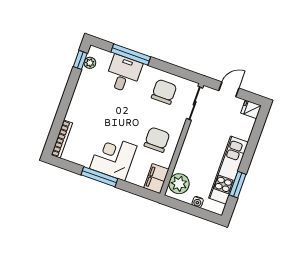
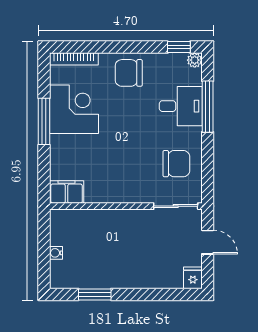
plant: (90, 63) -> (195, 60), moved
chair: (157, 140) -> (129, 73), moved, turned 180
corner desk: (113, 157) -> (74, 109), moved
kitchen unit: (228, 170) -> (109, 277), removed
plant: (179, 184) -> (70, 222), removed

